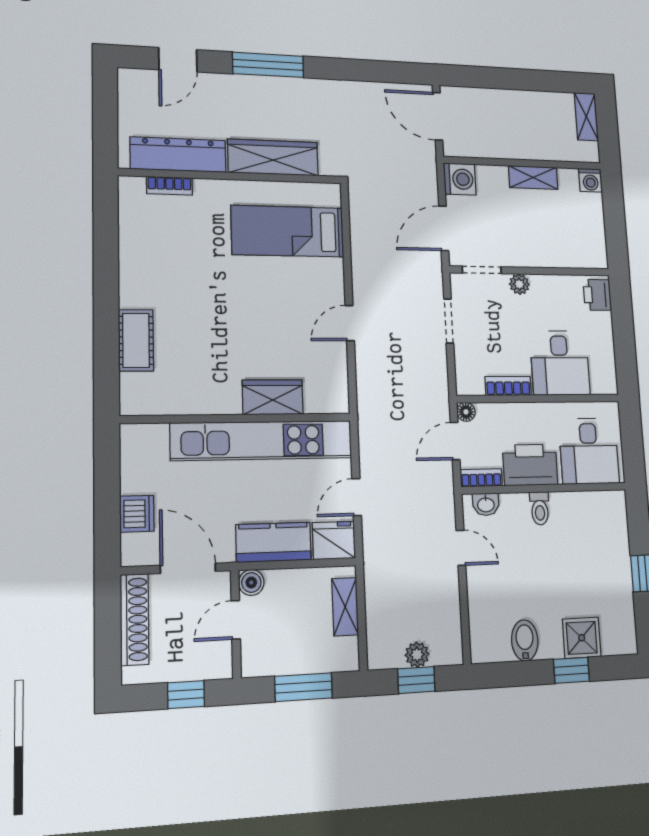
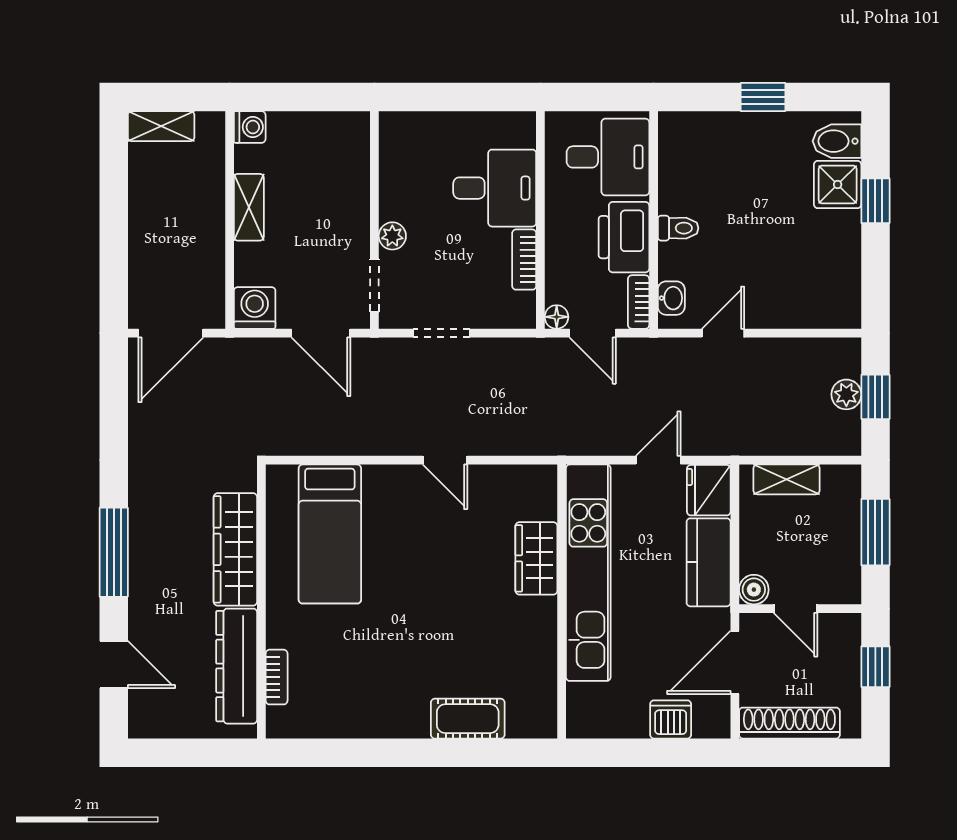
printer: (597, 295) -> (405, 130), removed
door: (357, 497) -> (658, 460), swing flipped
bidet: (525, 640) -> (837, 141), moved

